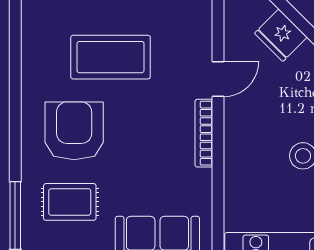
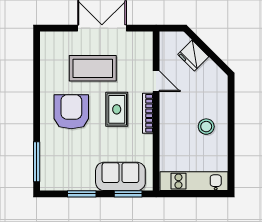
door: (218, 79) -> (156, 81), hinge flipped
rug: (70, 202) -> (117, 109), moved, turned 90

